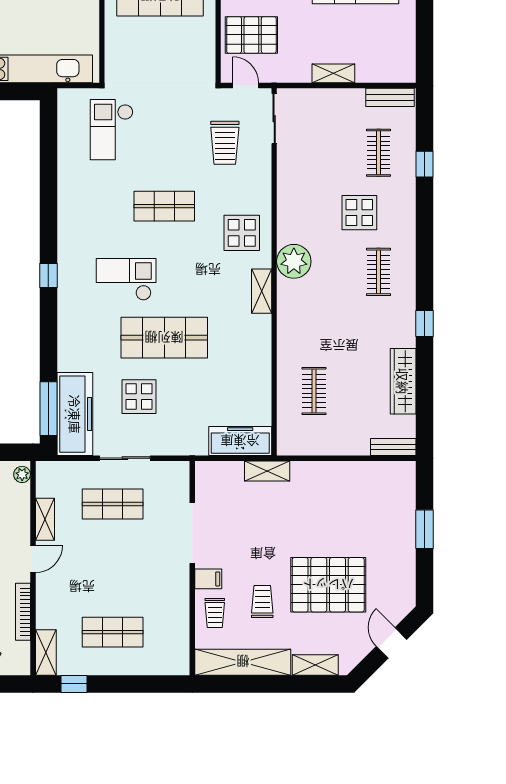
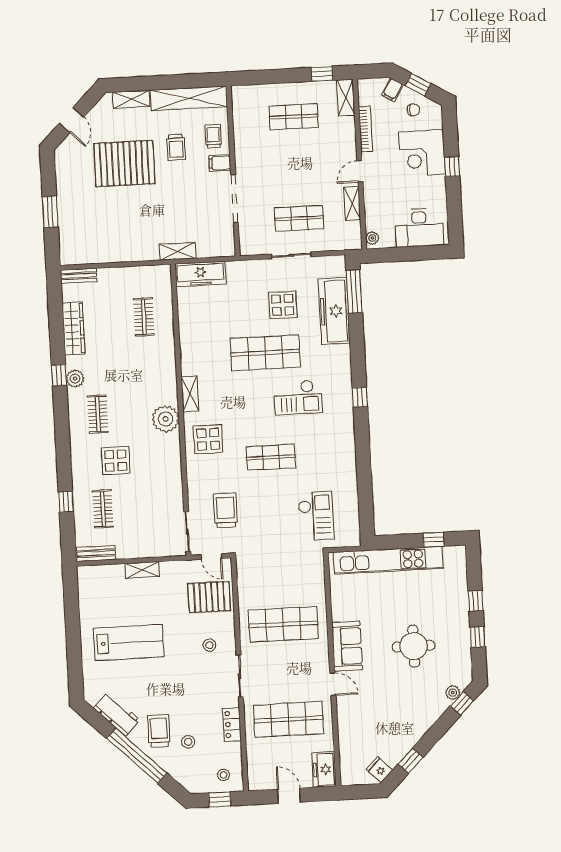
plant: (405, 318) -> (75, 379), added
freezer: (75, 414) -> (334, 311), moved

